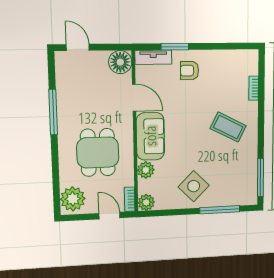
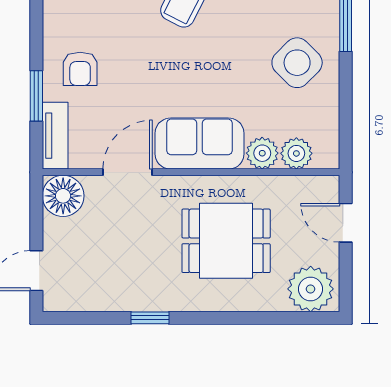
window: (53, 112) -> (150, 318), width x0.46
bookcase: (130, 199) -> (316, 184), removed
plant: (146, 202) -> (296, 153), moved
door: (109, 216) -> (346, 223), hinge flipped

